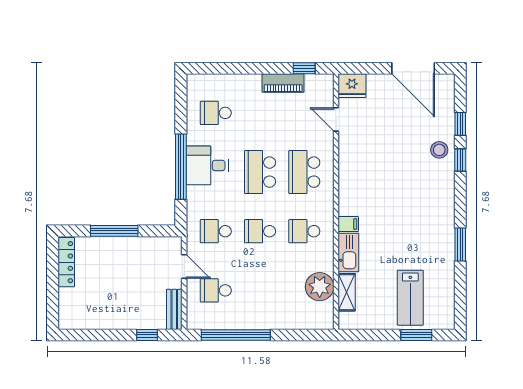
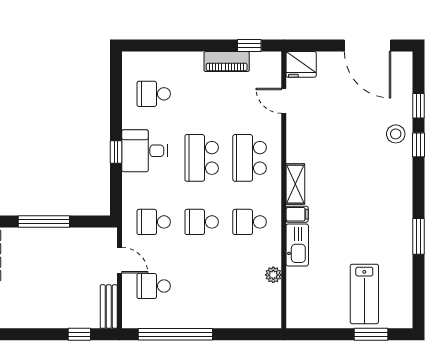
window: (181, 167) -> (116, 152), width x0.32
plant: (320, 287) -> (273, 275), width x0.53, depth x0.53
shelving: (347, 292) -> (295, 184), moved

